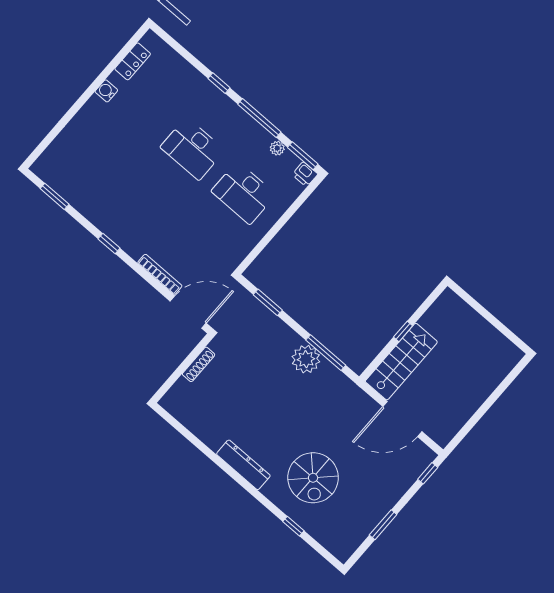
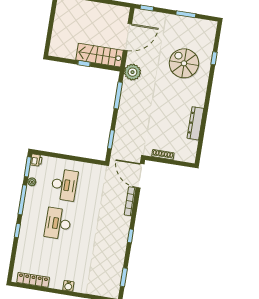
locker: (133, 61) -> (33, 280), width x1.53
water cooler: (106, 91) -> (68, 286), moved
desk: (193, 149) -> (58, 224), turned 180
plant: (306, 359) -> (132, 72), moved
door: (402, 419) -> (128, 37), hinge flipped
dresser: (243, 465) -> (195, 123), moved
spiral stairs: (313, 478) -> (184, 63), turned -90

